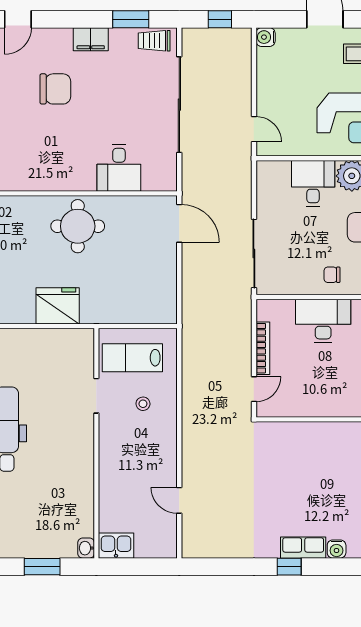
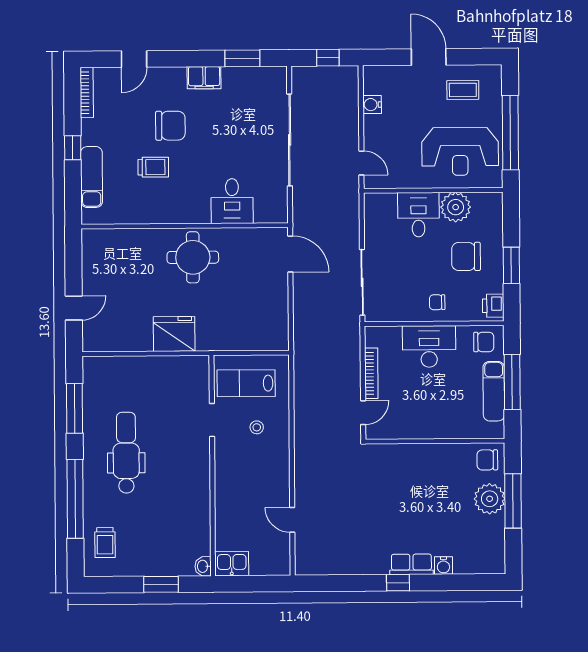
water cooler: (266, 37) -> (372, 105), moved
trolley: (154, 41) -> (153, 167), moved, turned 180

